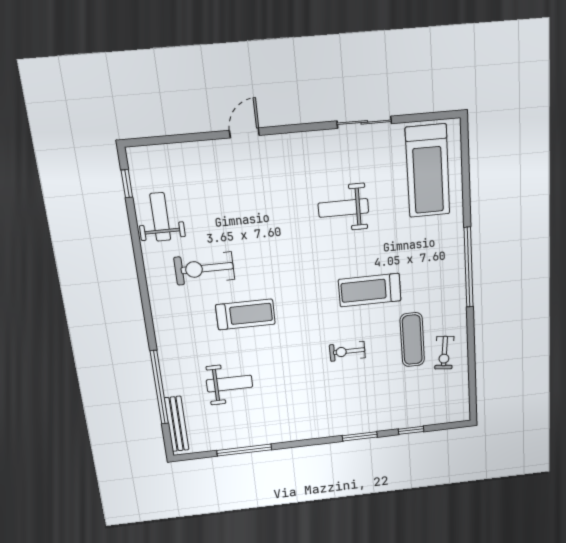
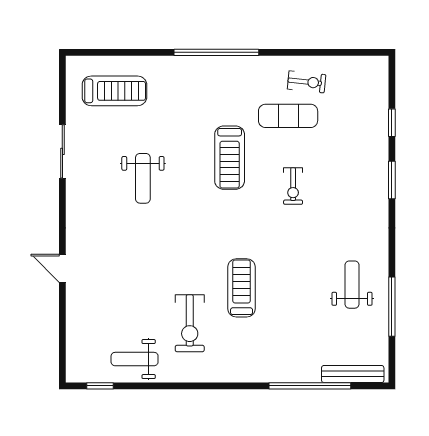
treadmill: (428, 171) -> (114, 91), width x0.73, depth x0.73
weight bench: (229, 384) -> (352, 285), moved

